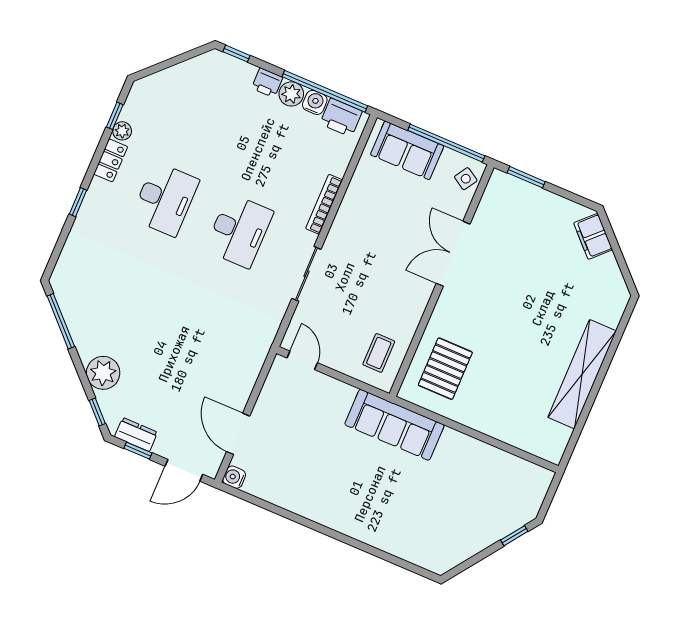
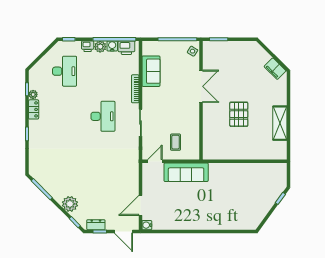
sofa: (407, 150) -> (151, 71), moved, turned -90
desk: (165, 199) -> (65, 71), moved
filing cabinet: (593, 236) -> (275, 69), moved
double door: (453, 254) -> (201, 86), swing flipped
coffee table: (379, 353) -> (176, 142), moved
door: (302, 360) -> (155, 161), hinge flipped
pallet: (445, 369) -> (239, 114), moved
shelving: (582, 374) -> (280, 123), width x0.68
sofa: (394, 425) -> (186, 172), moved
door: (238, 434) -> (140, 205), hinge flipped
door: (184, 470) -> (124, 231), hinge flipped

